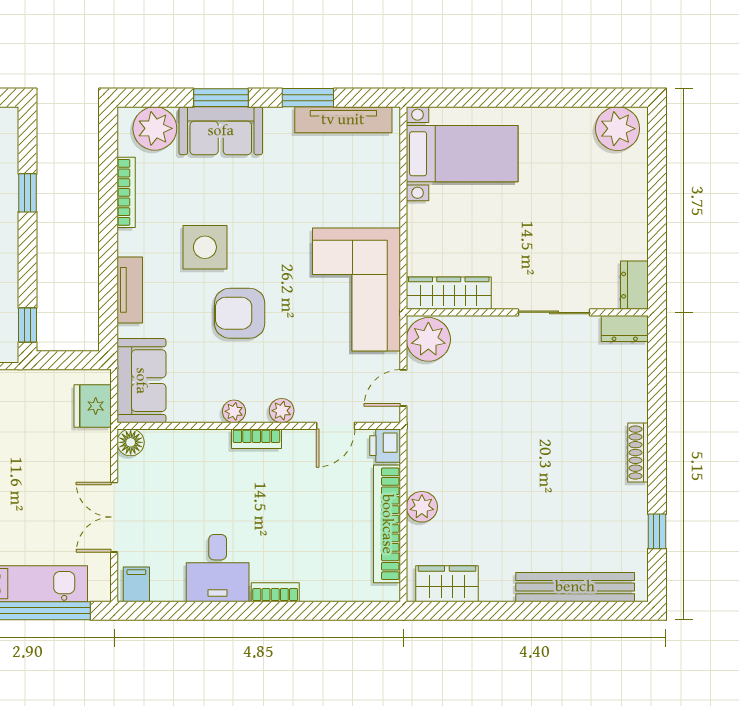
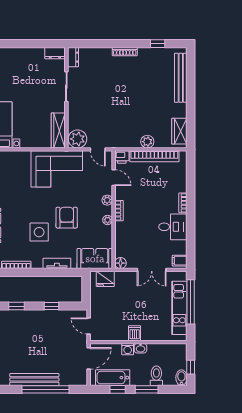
armchair: (240, 313) -> (67, 218), turned 180
window: (28, 325) -> (52, 306), moved

